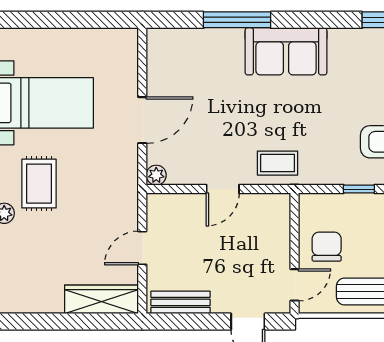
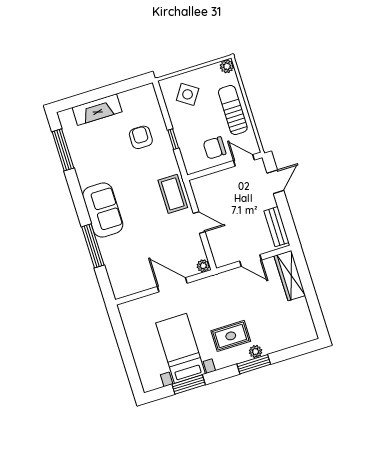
coffee table: (277, 163) -> (173, 194), width x1.36, depth x1.30

